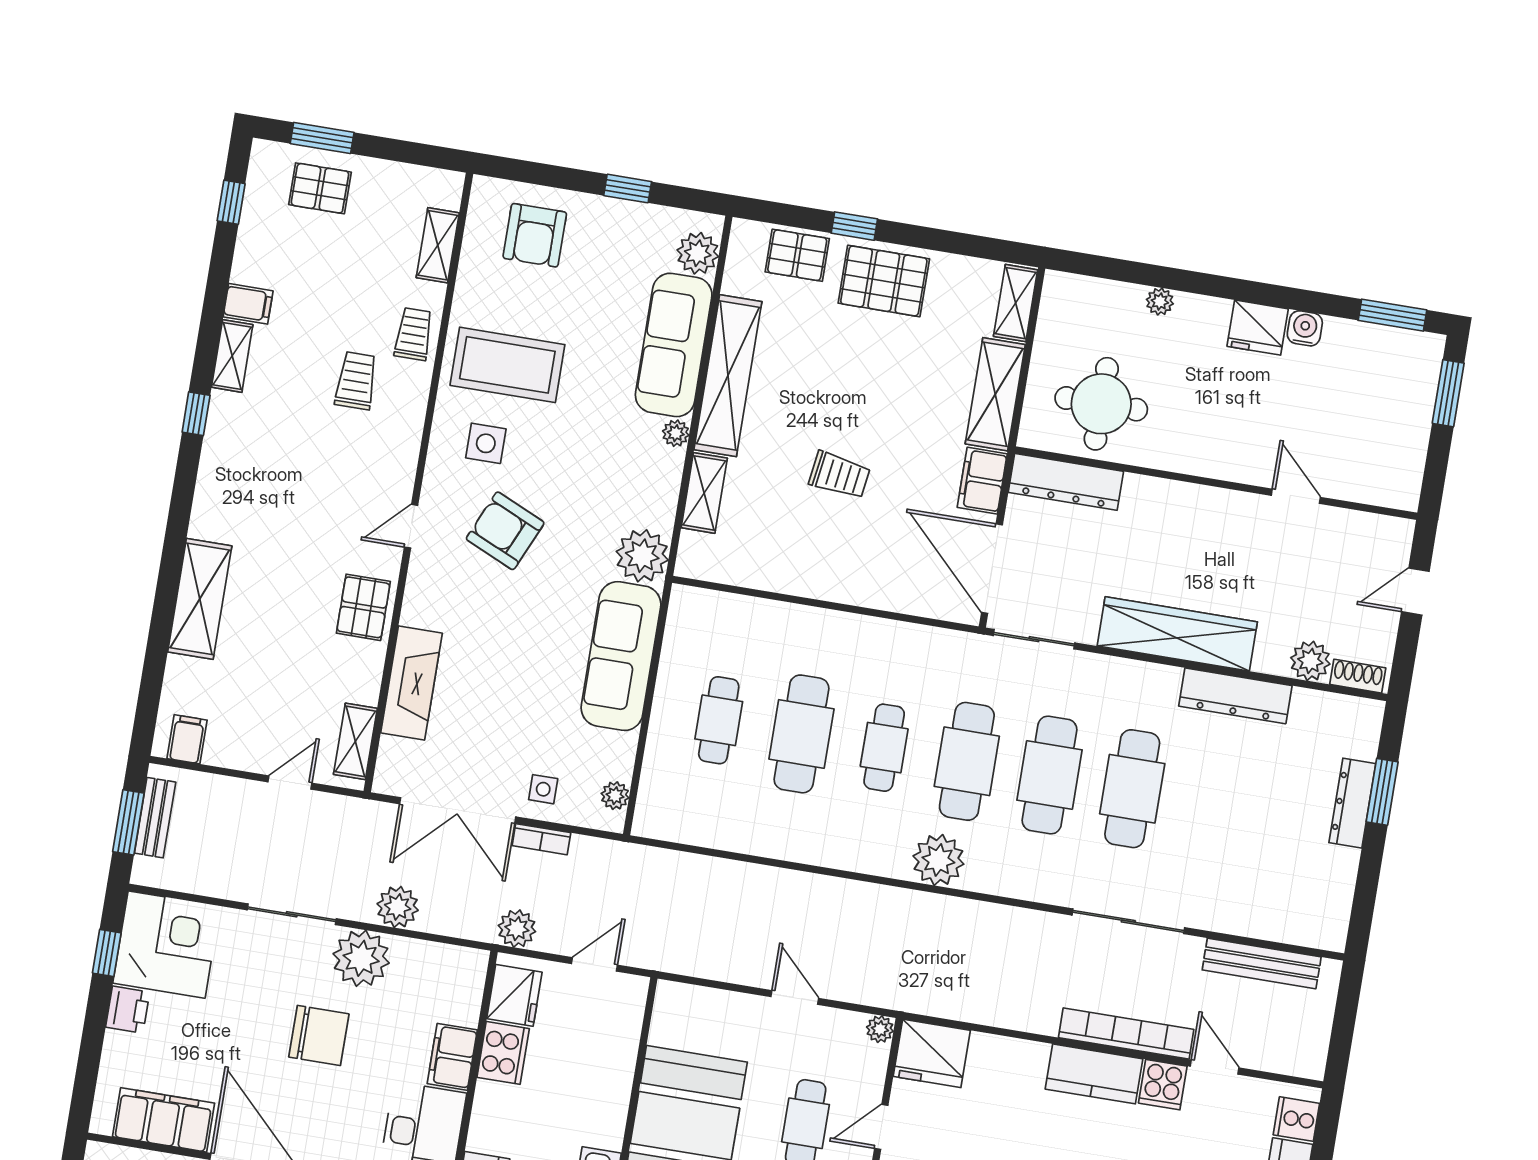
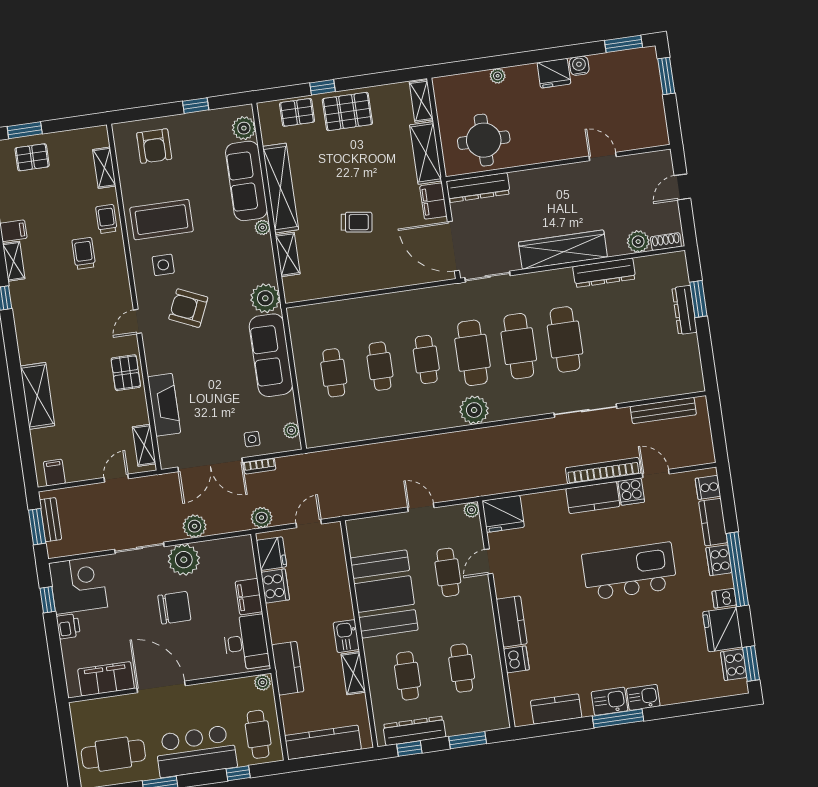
cafe table: (801, 734) -> (380, 366), width x0.73, depth x0.74

